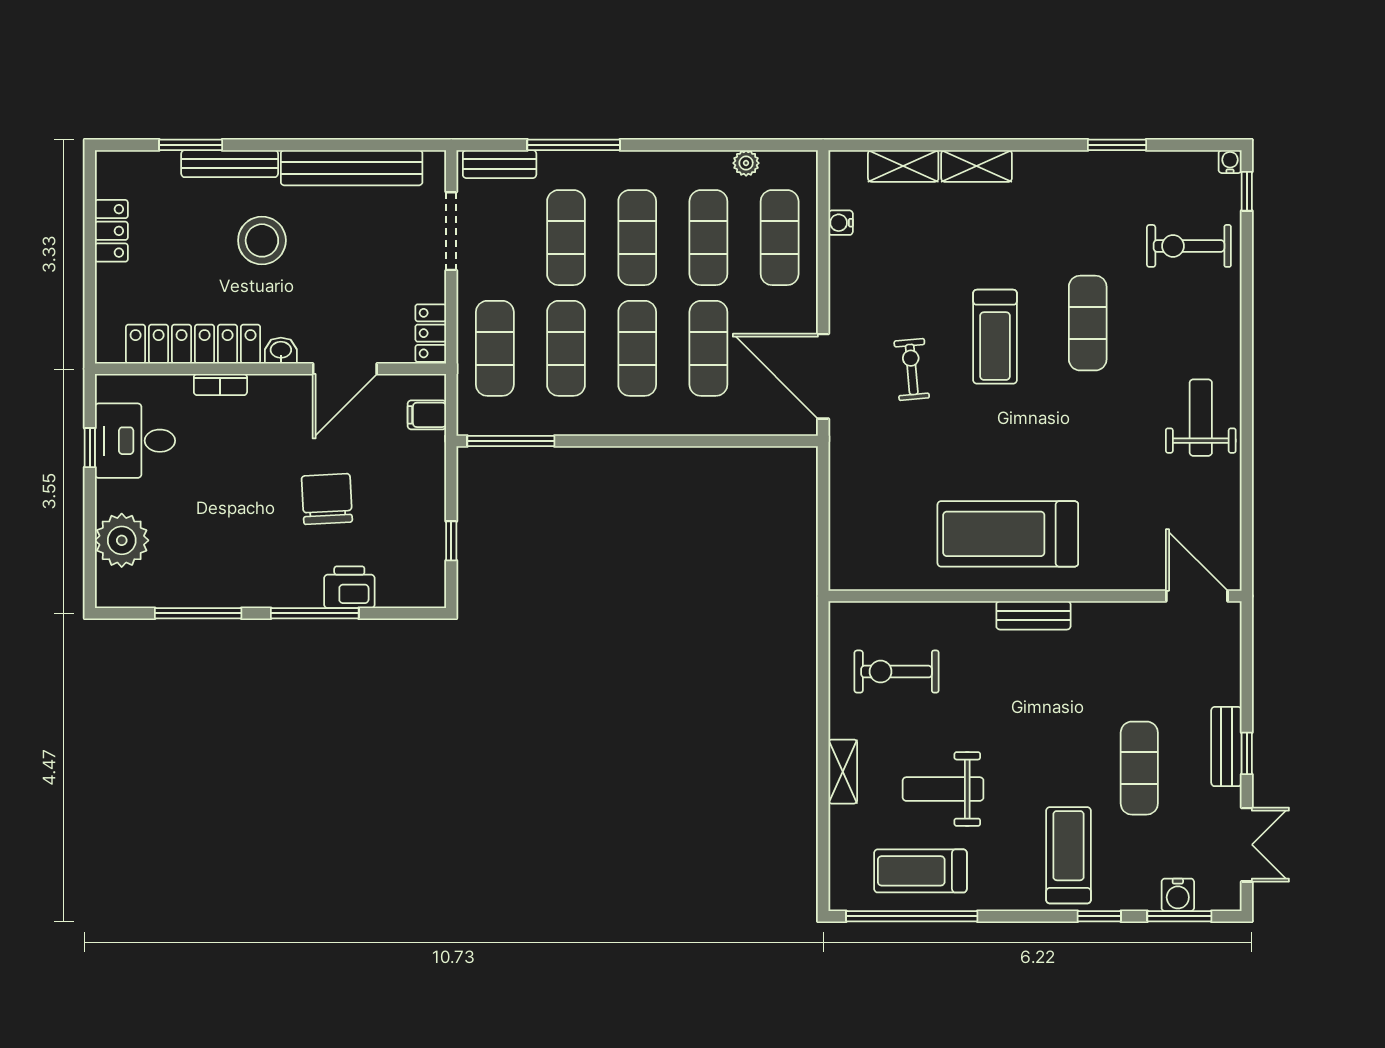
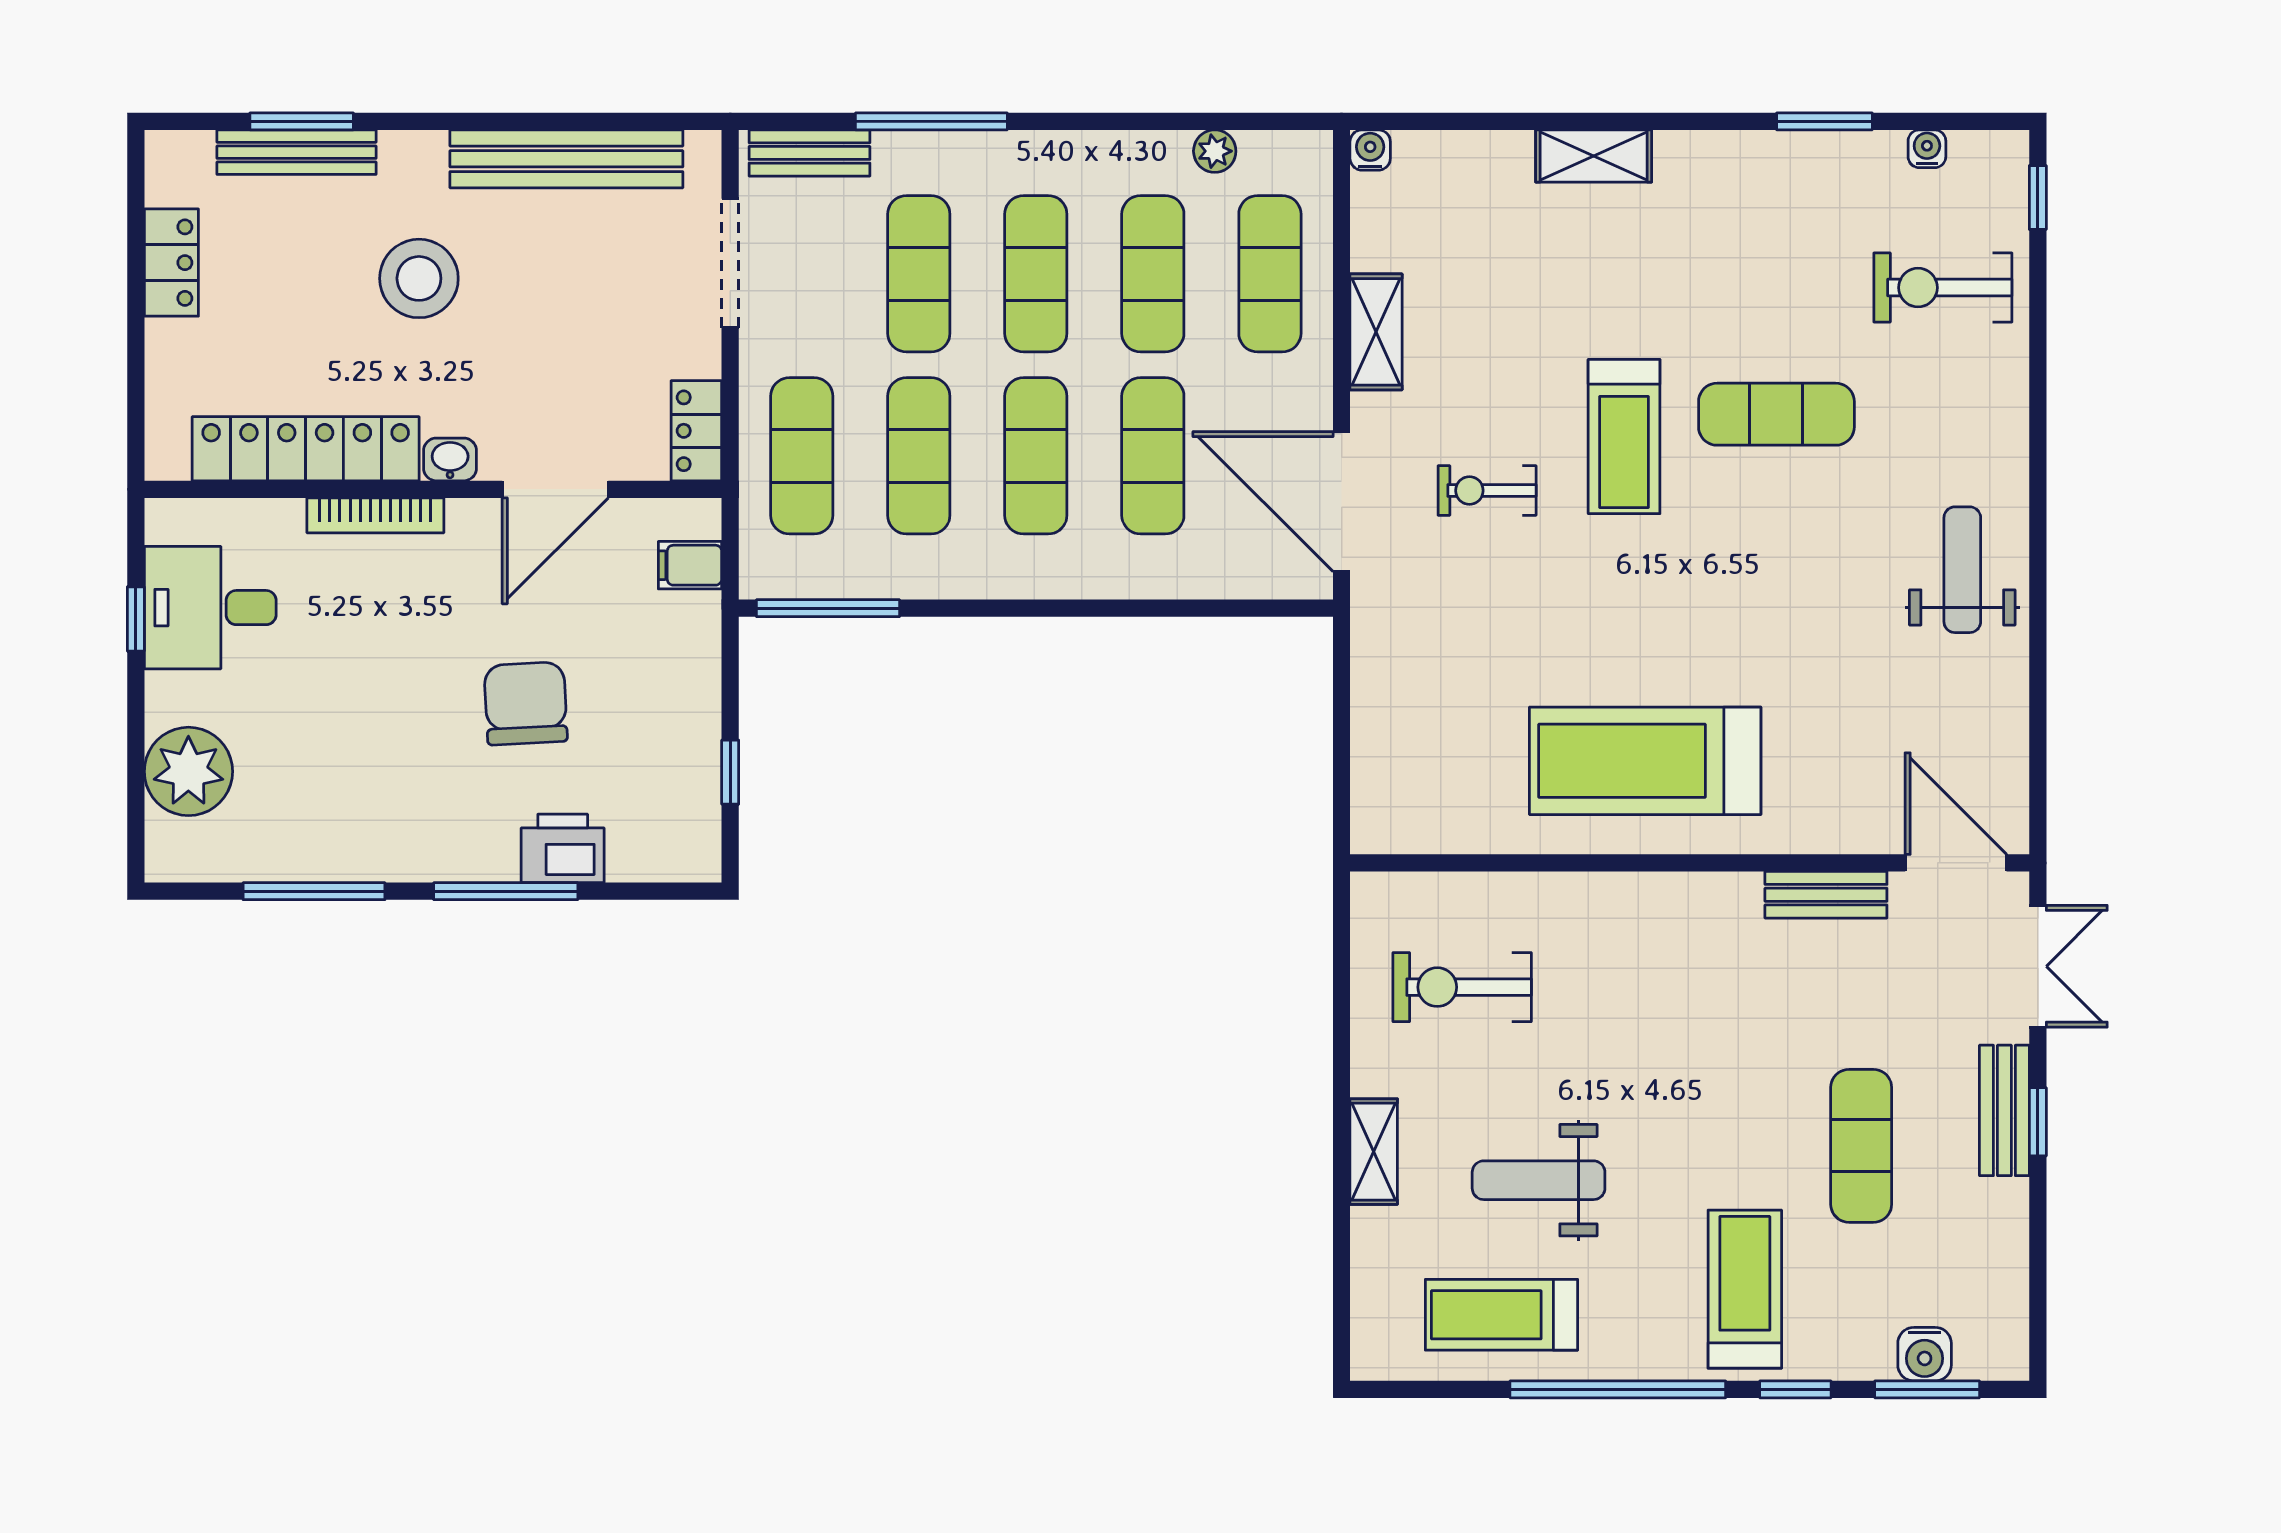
water cooler: (1230, 162) -> (1927, 149), moved
bench: (230, 164) -> (297, 152), moved
shelving: (903, 166) -> (1376, 332), moved, turned 90
water cooler: (841, 223) -> (1370, 150), moved, turned 90
exercise mat: (1088, 323) -> (1776, 414), turned 90
exercise bike: (912, 369) -> (1487, 491), turned -85
bookcase: (220, 385) -> (375, 515), width x1.56
bench: (1033, 615) -> (1826, 895), moved
double door: (1247, 845) -> (2038, 966), moved
window: (912, 916) -> (1618, 1389), moved

